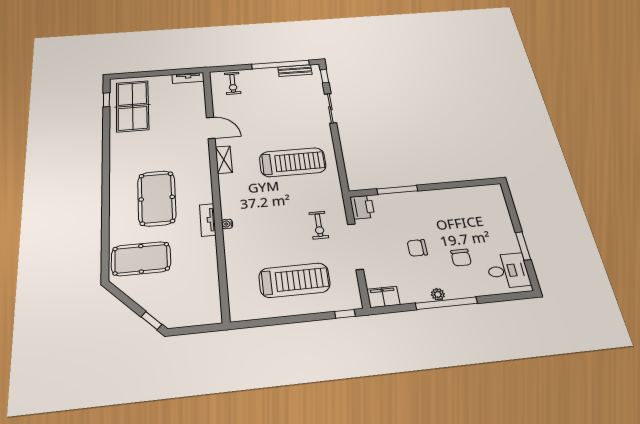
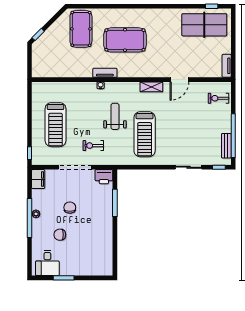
weight bench: (272, 201) -> (115, 116), added

